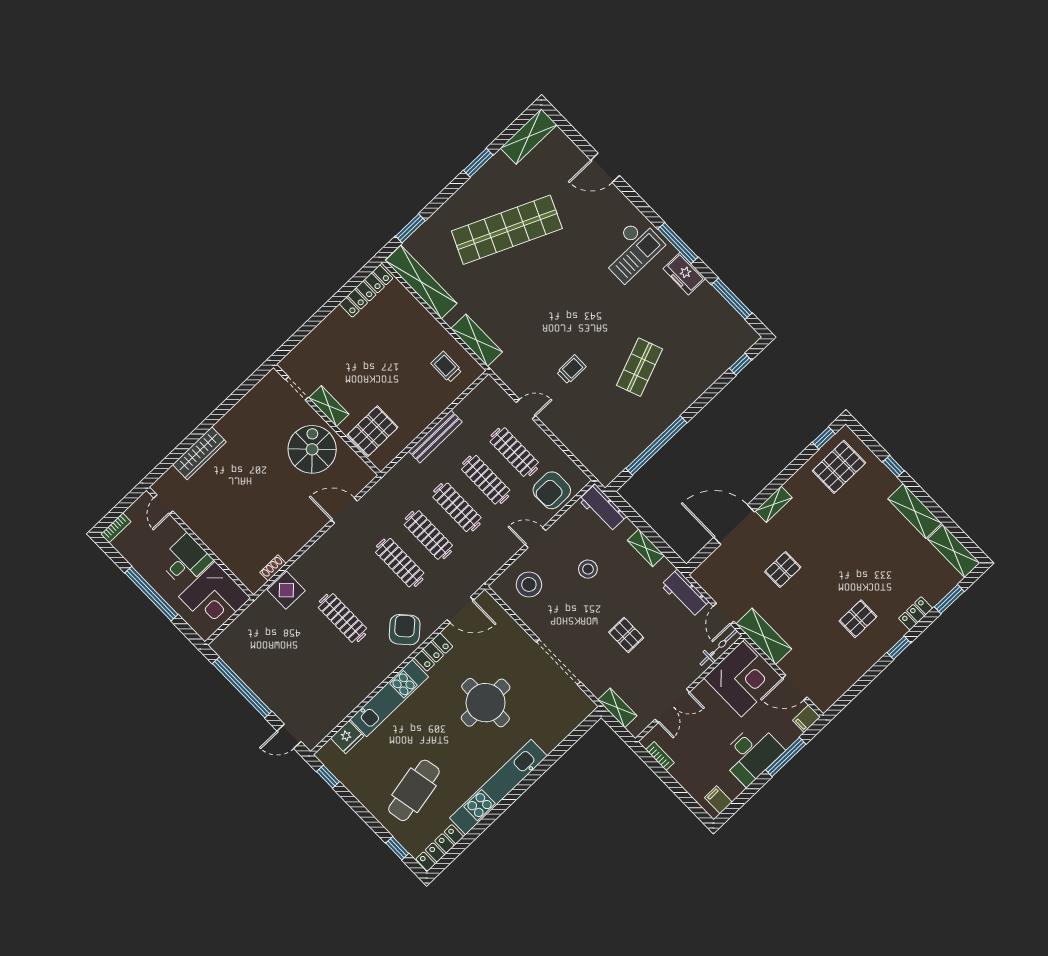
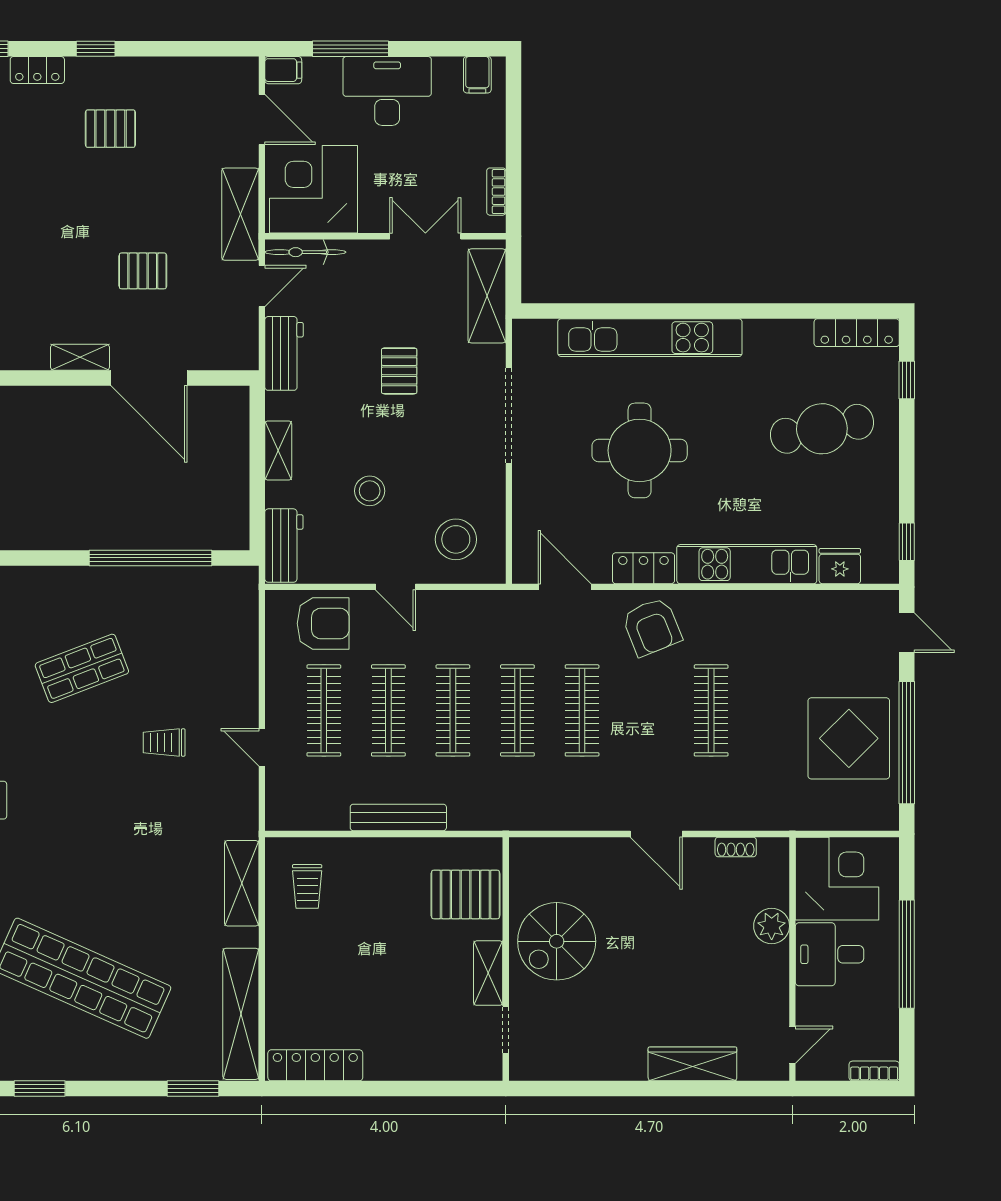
door: (344, 510) -> (656, 834), moved
plant: (223, 548) -> (772, 926), added
display table: (286, 590) -> (849, 738), moved, width x1.86, depth x1.86
armchair: (405, 630) -> (652, 627), turned -70
shelving: (617, 708) -> (487, 296), width x1.50, depth x1.33
kitchen unit: (498, 787) -> (650, 338), moved

